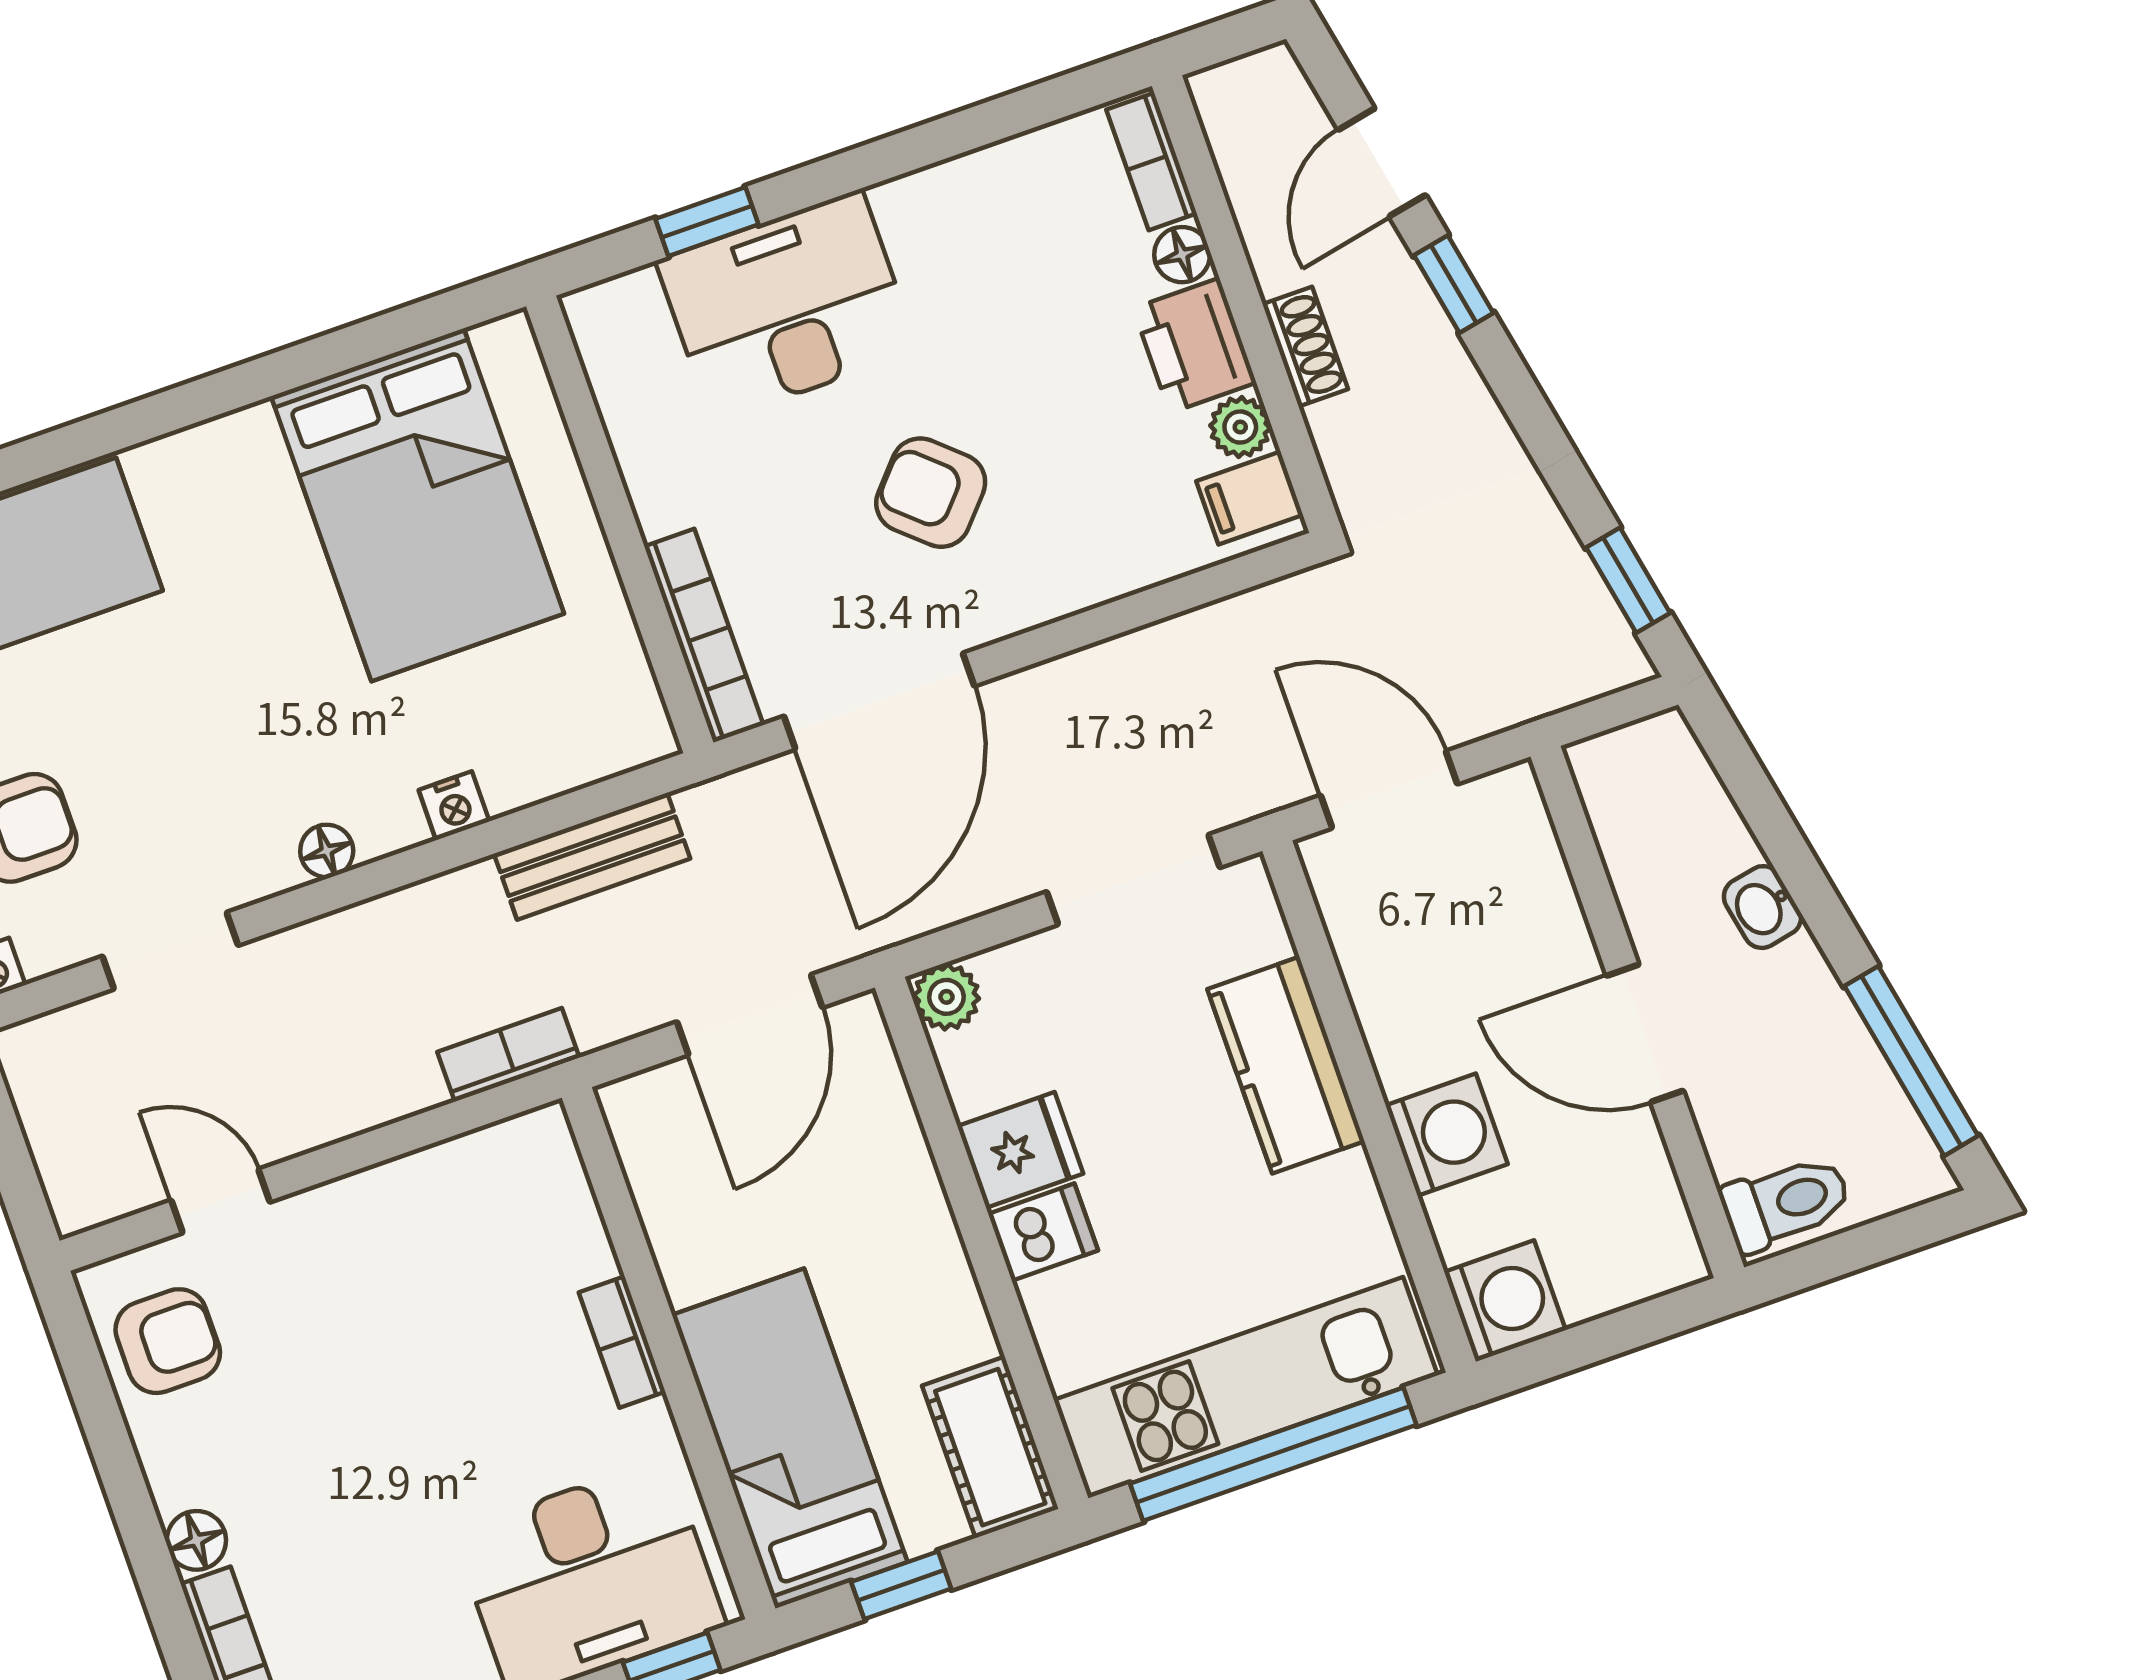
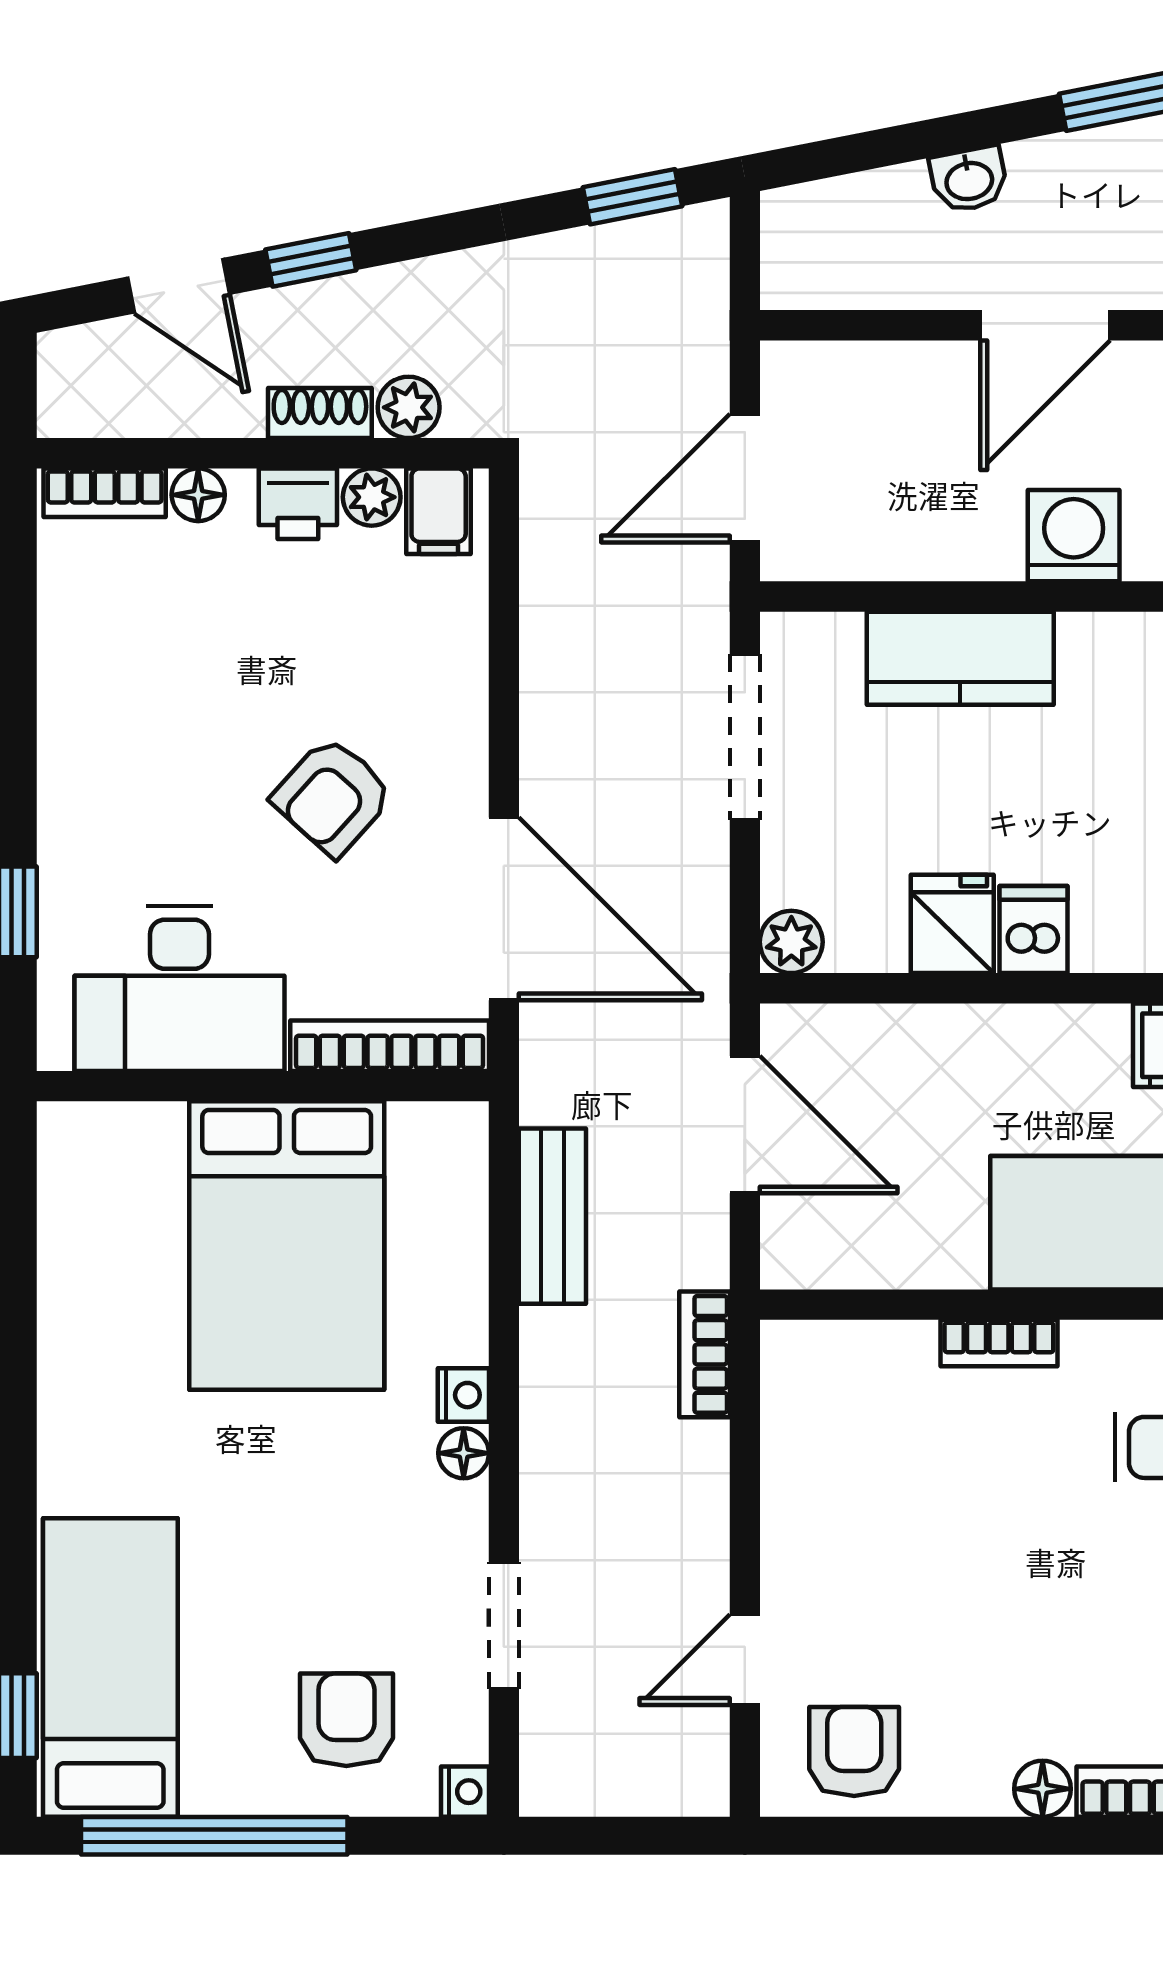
desk: (787, 306) -> (179, 989), moved, turned -90
printer: (1195, 345) -> (298, 504), width x0.73, depth x0.81
plant: (1342, 432) -> (409, 407), added
bed: (418, 505) -> (287, 1246), moved, turned 90
nightstand: (454, 806) -> (463, 1395), moved

